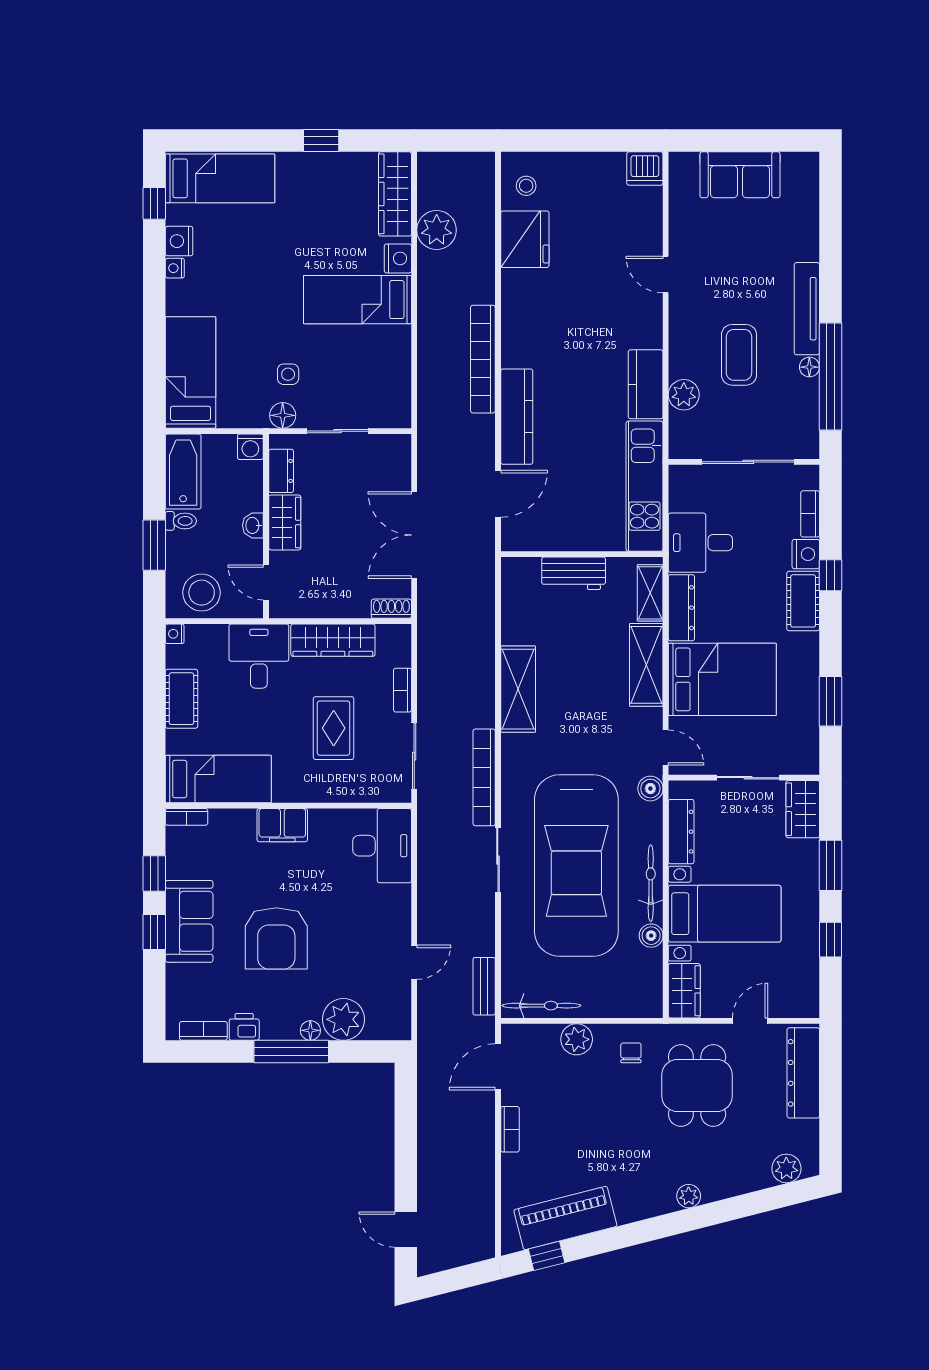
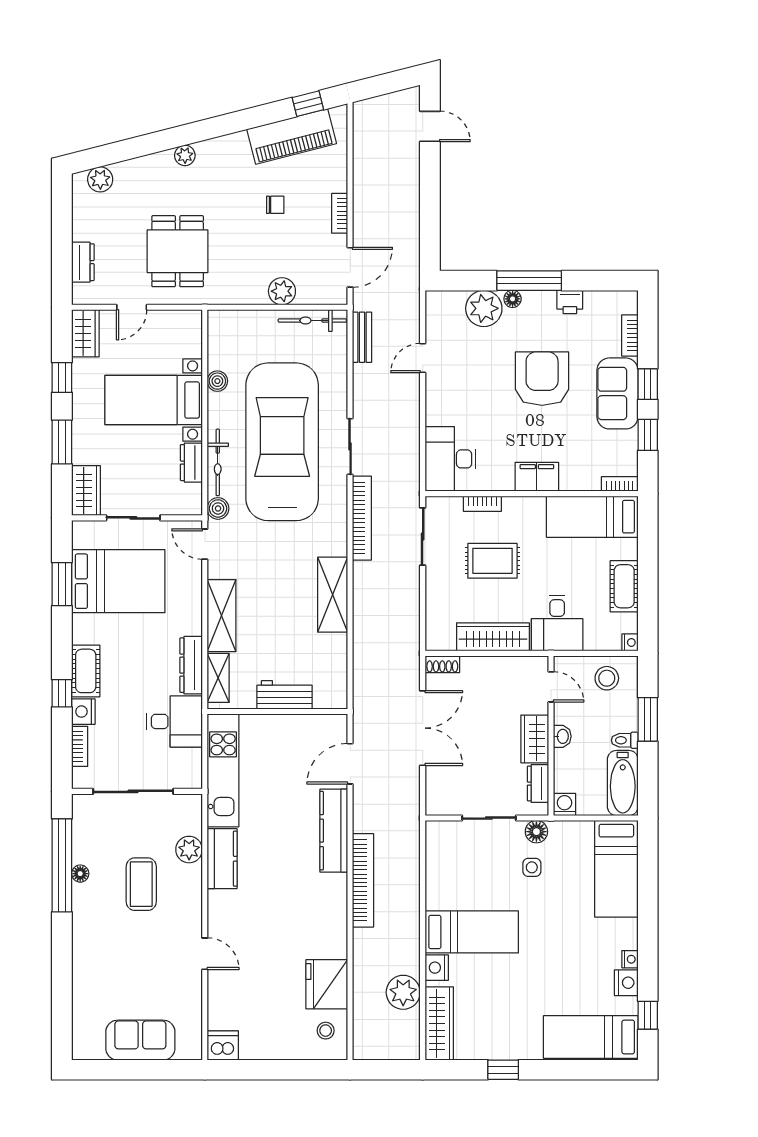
tv unit: (807, 309) -> (82, 924), removed
stool: (202, 593) -> (607, 678), width x0.73, depth x0.73
bed: (722, 679) -> (118, 581), moved, turned 180
bookcase: (403, 690) -> (482, 504), moved, turned 90
rug: (334, 728) -> (492, 561), turned 90
dresser: (681, 832) -> (191, 463), width x0.70
bicycle: (651, 883) -> (218, 462), moved
wardrobe: (684, 991) -> (85, 333), moved, turned 180
bookcase: (203, 1031) -> (630, 335), moved, turned 90
chair: (631, 1053) -> (275, 205), moved, turned -90
dresser: (803, 1073) -> (83, 262), width x0.51, depth x0.80

